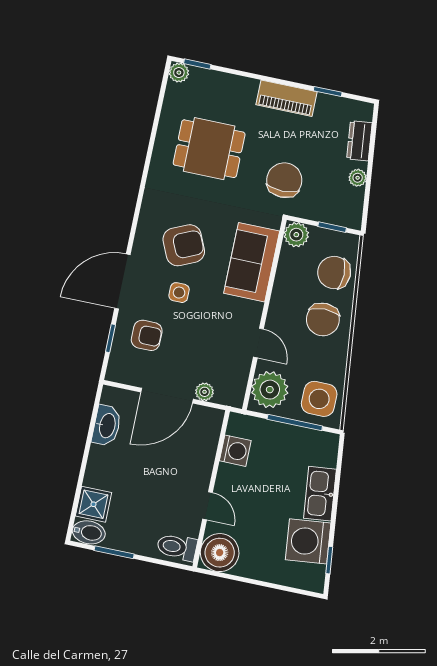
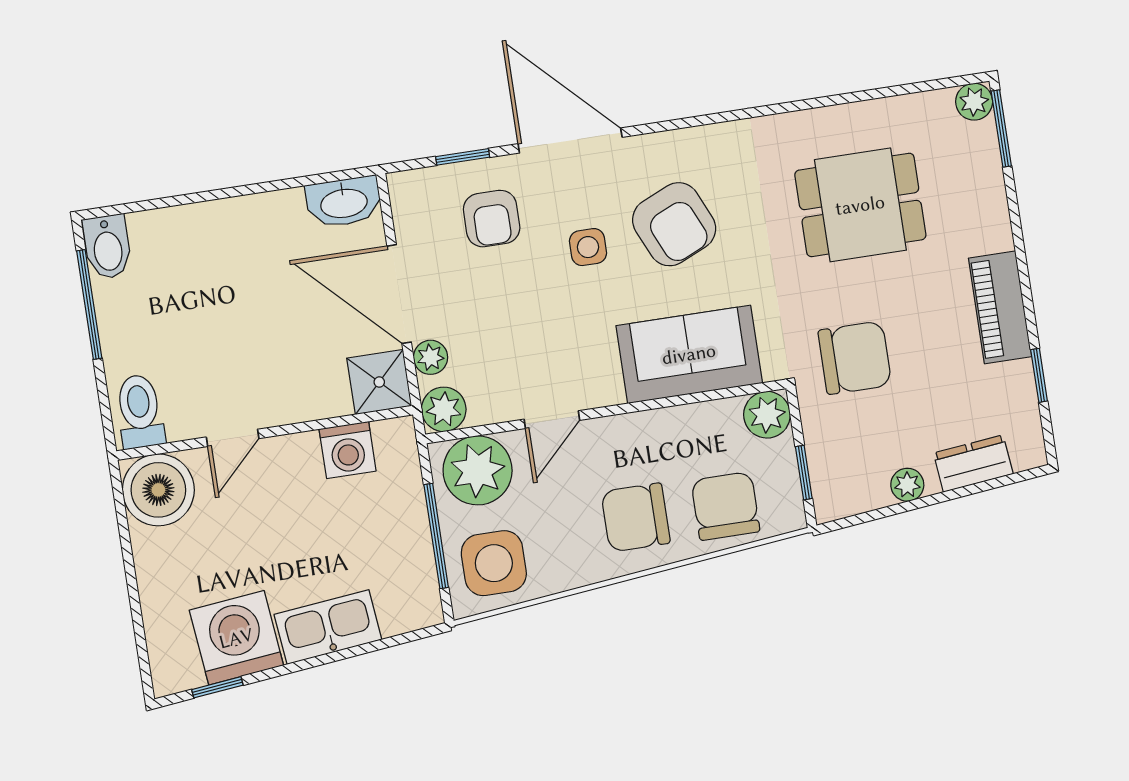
window: (197, 64) -> (1001, 128), width x1.50
dining table: (209, 149) -> (860, 205), turned 90
plant: (233, 395) -> (444, 409), added
washbasin: (107, 426) -> (344, 202), moved
shower: (93, 504) -> (379, 382), moved
window: (114, 552) -> (89, 305), width x1.44

